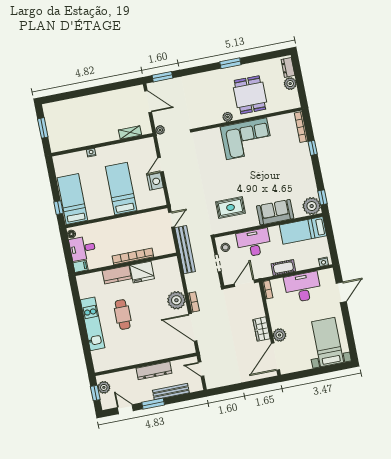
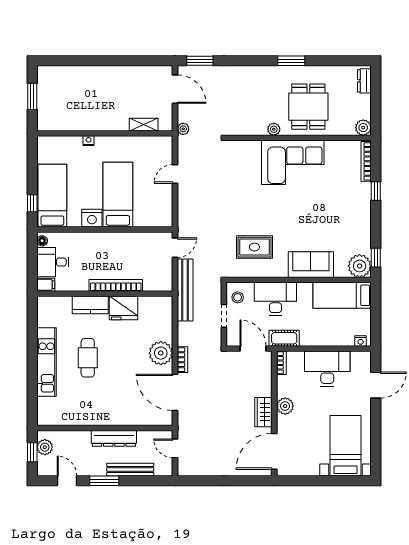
plant: (290, 84) -> (363, 128), moved
nightstand: (155, 182) -> (92, 218), moved, turned 90
cot: (283, 268) -> (284, 338), moved
door: (244, 283) -> (253, 349), hinge flipped
plant: (279, 335) -> (285, 406), moved

